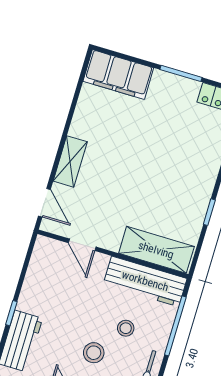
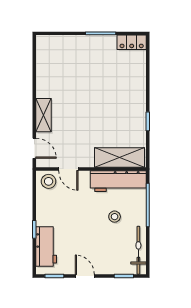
filing cabinet: (118, 75) -> (59, 47), removed
stool: (94, 353) -> (49, 181), moved

